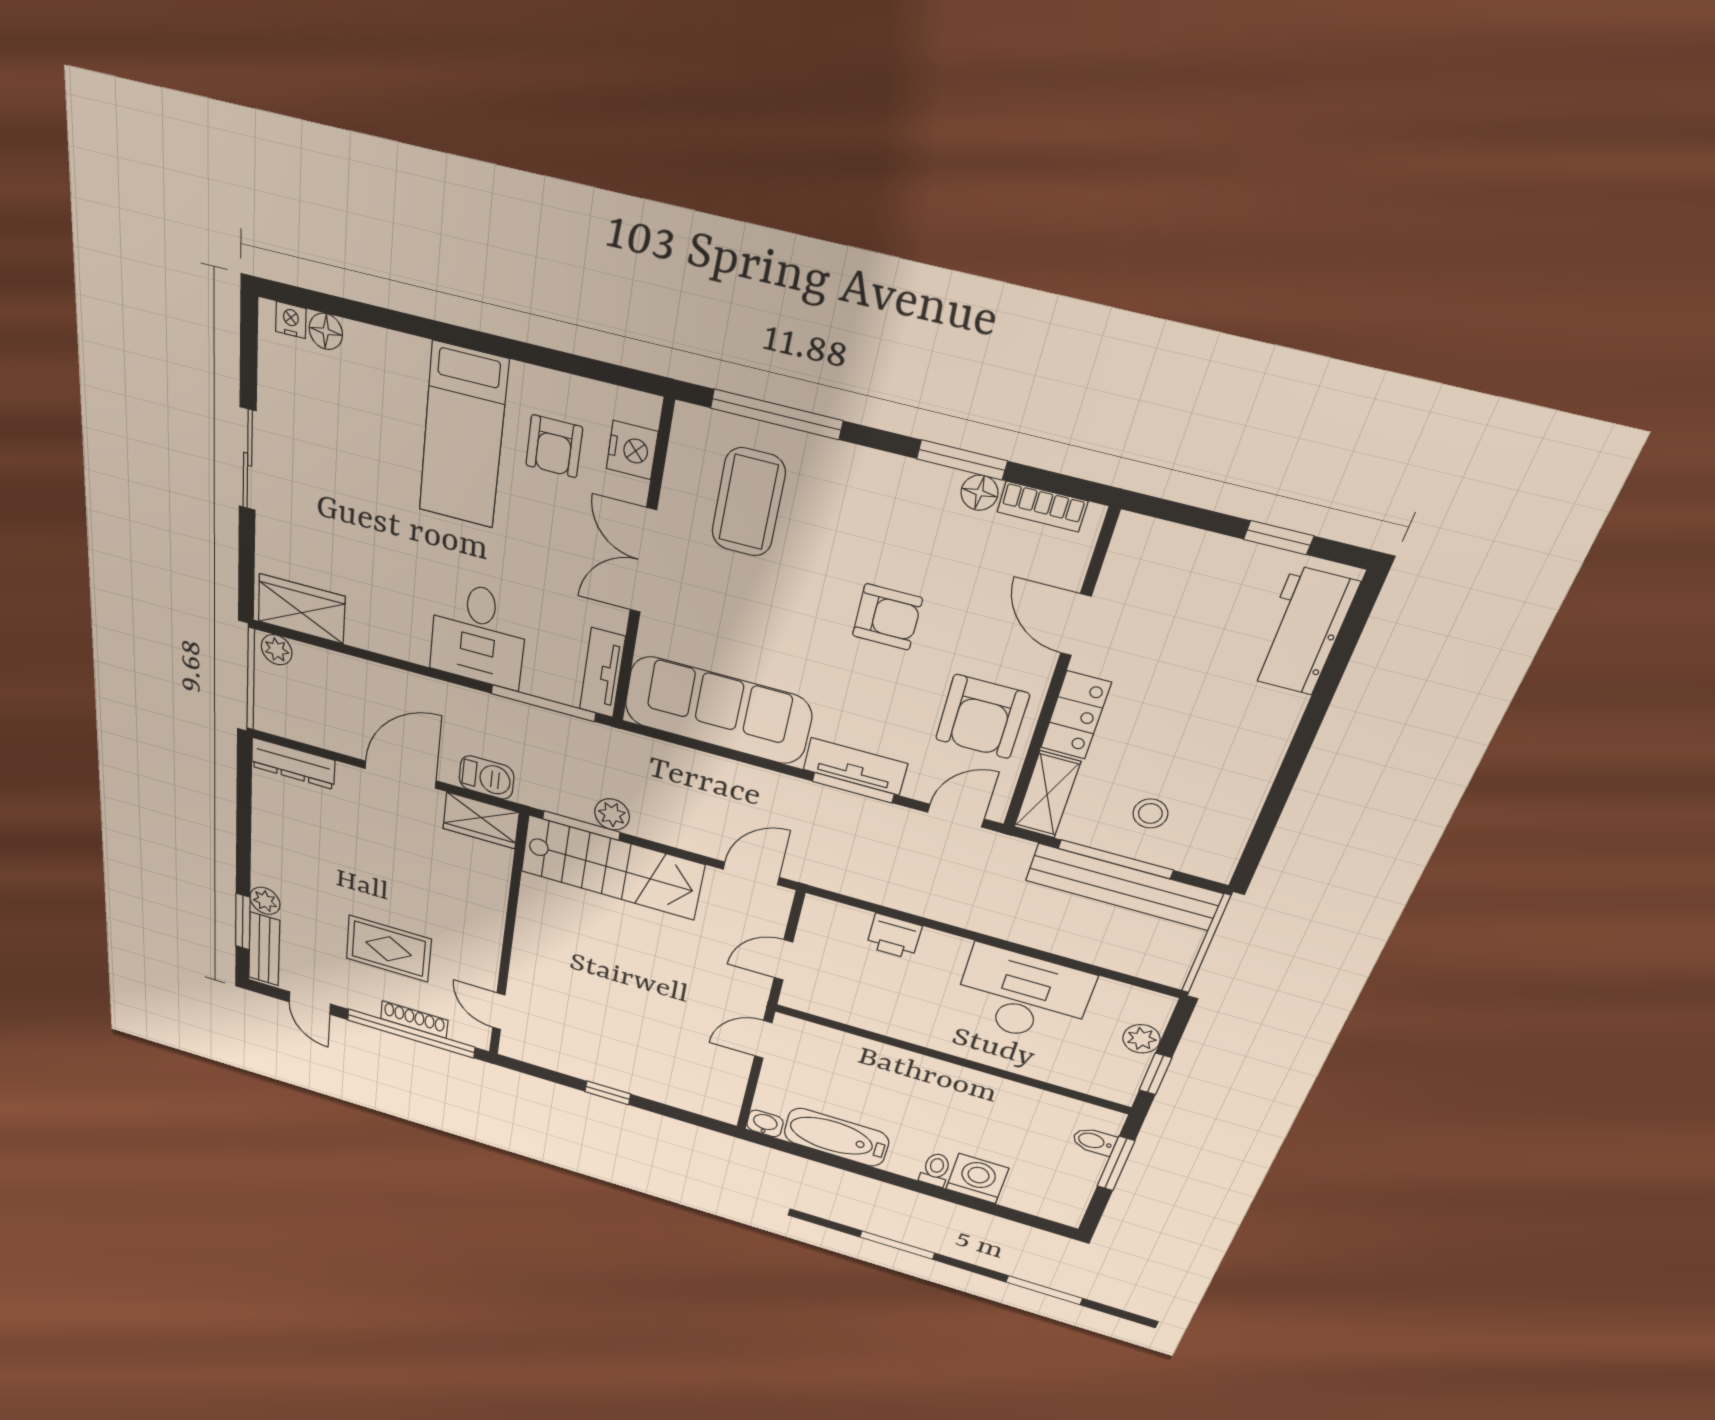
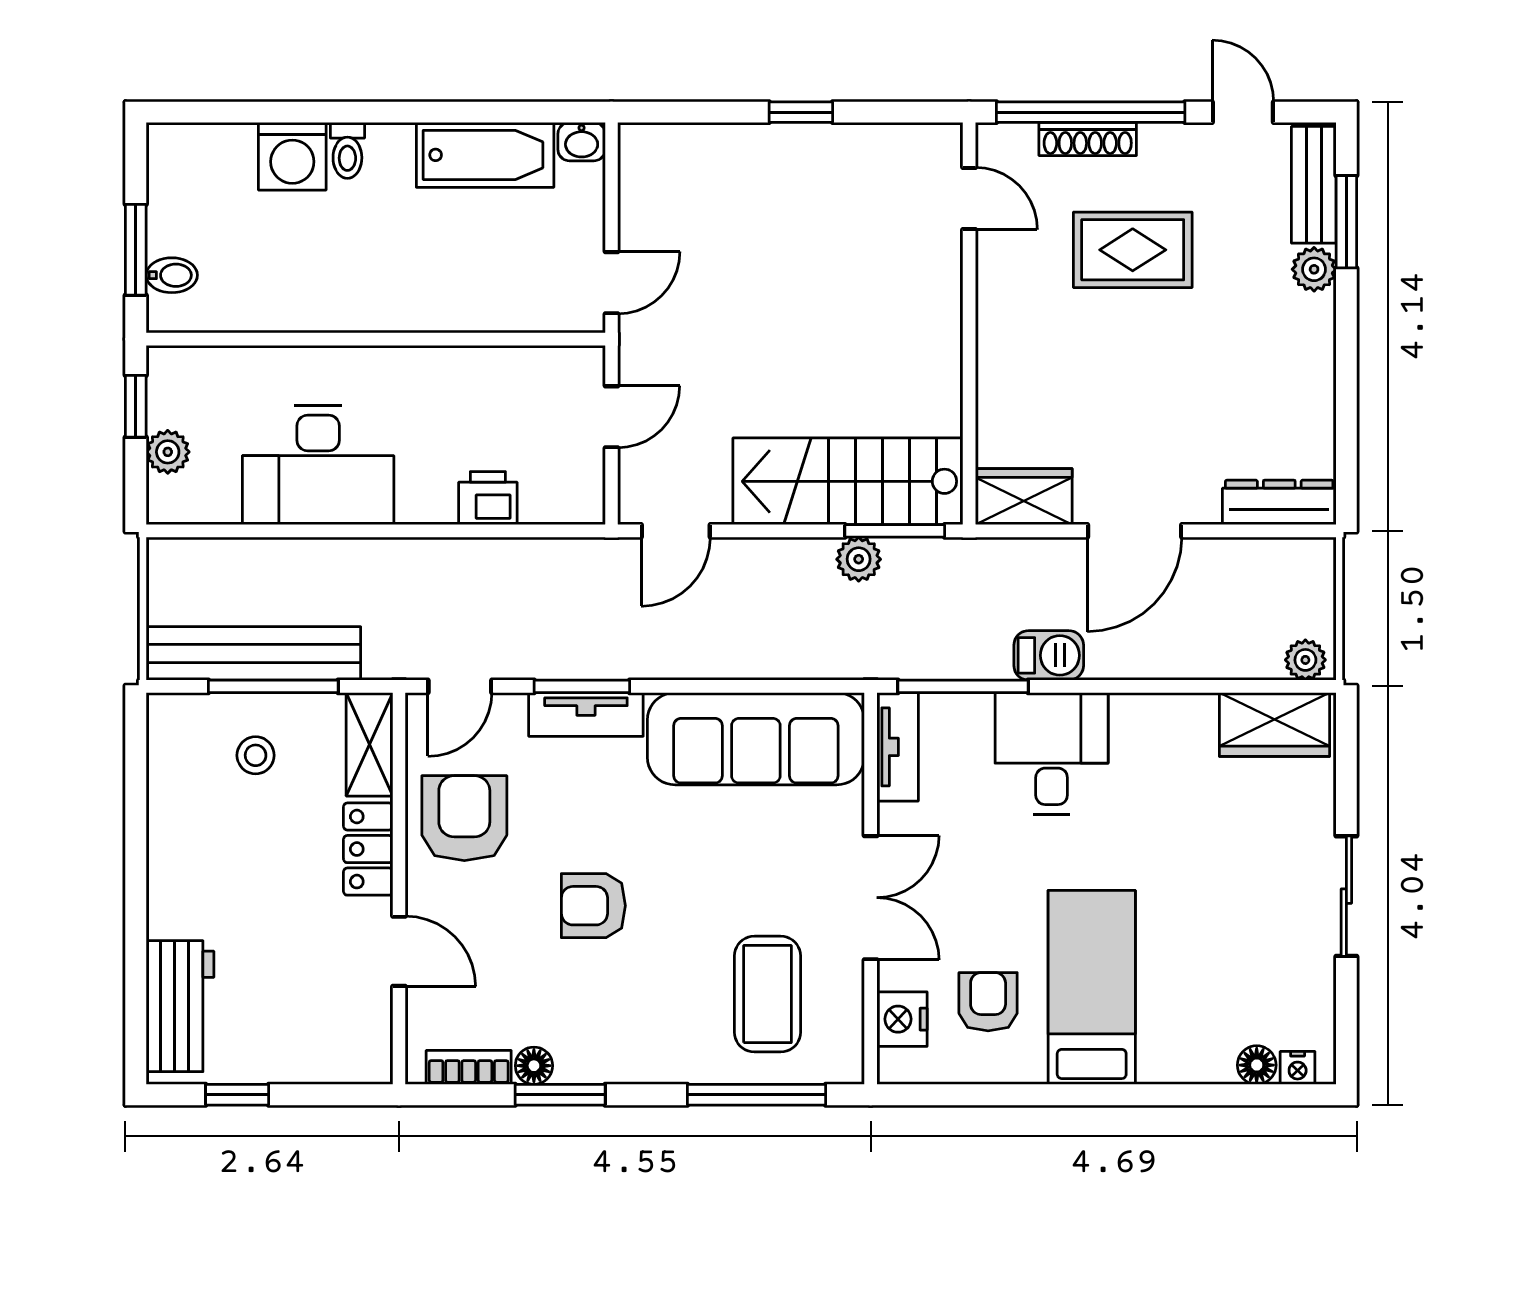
barbecue: (486, 777) -> (1049, 655), moved, turned 180

